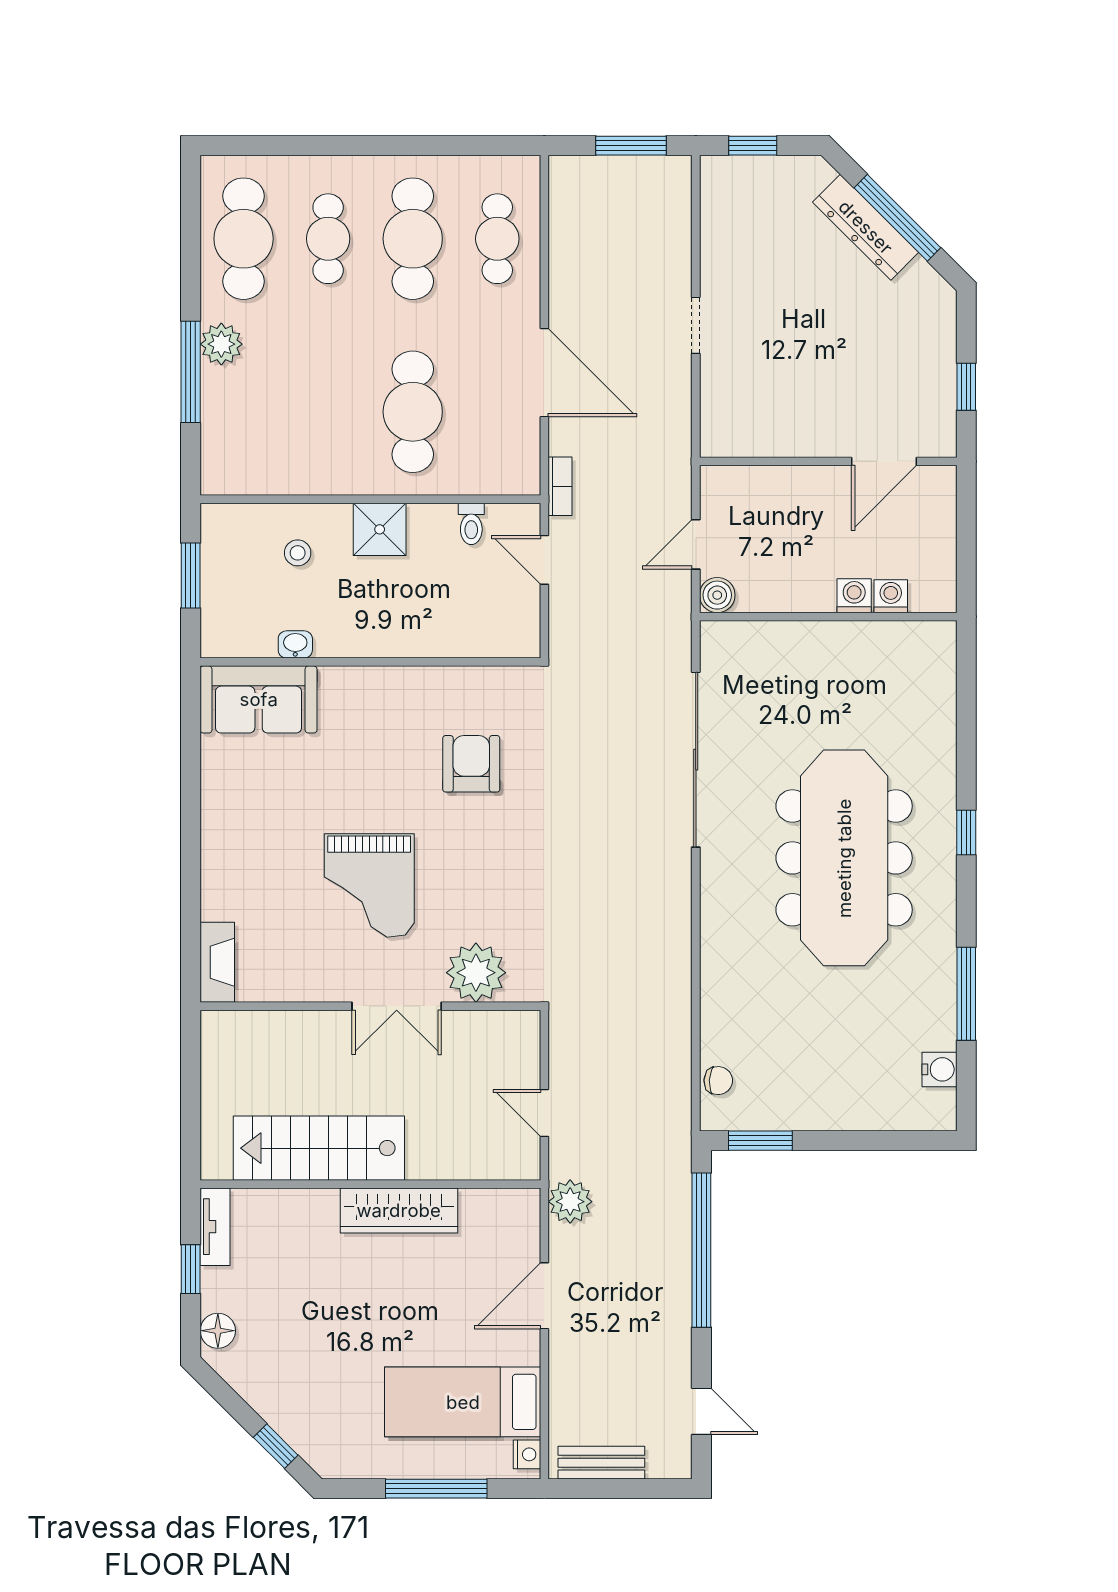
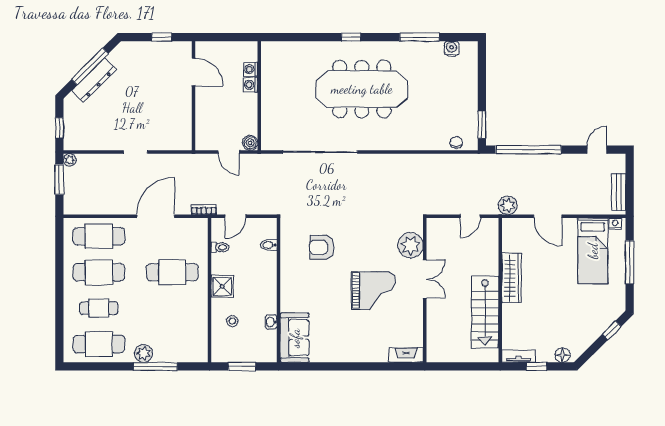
plant: (677, 170) -> (70, 160), added
cafe table: (497, 239) -> (99, 236), width x1.37, depth x1.35
bidet: (477, 639) -> (269, 245), added

